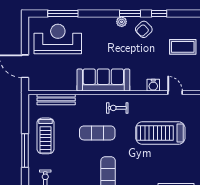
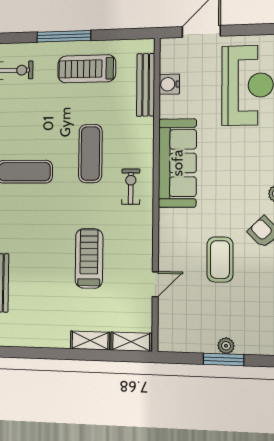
coffee table: (183, 47) -> (220, 260), moved
water cooler: (153, 85) -> (169, 84), moved
treadmill: (160, 133) -> (89, 258), width x0.73, depth x0.73

